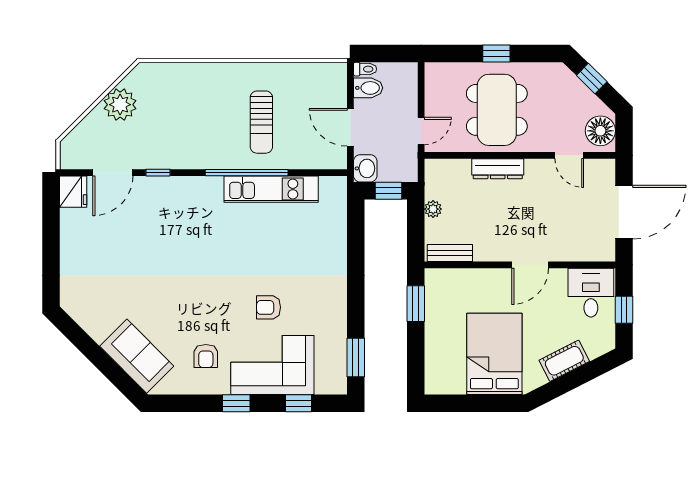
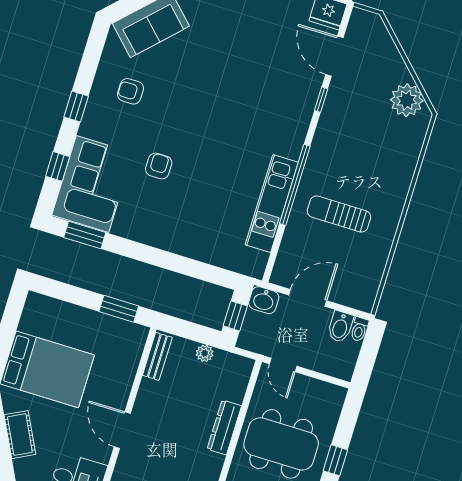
plant: (120, 105) -> (407, 100), moved
corner sofa: (272, 365) -> (92, 184), moved

